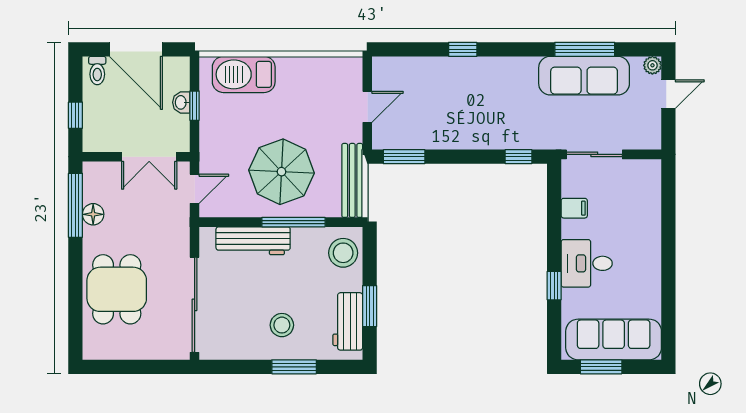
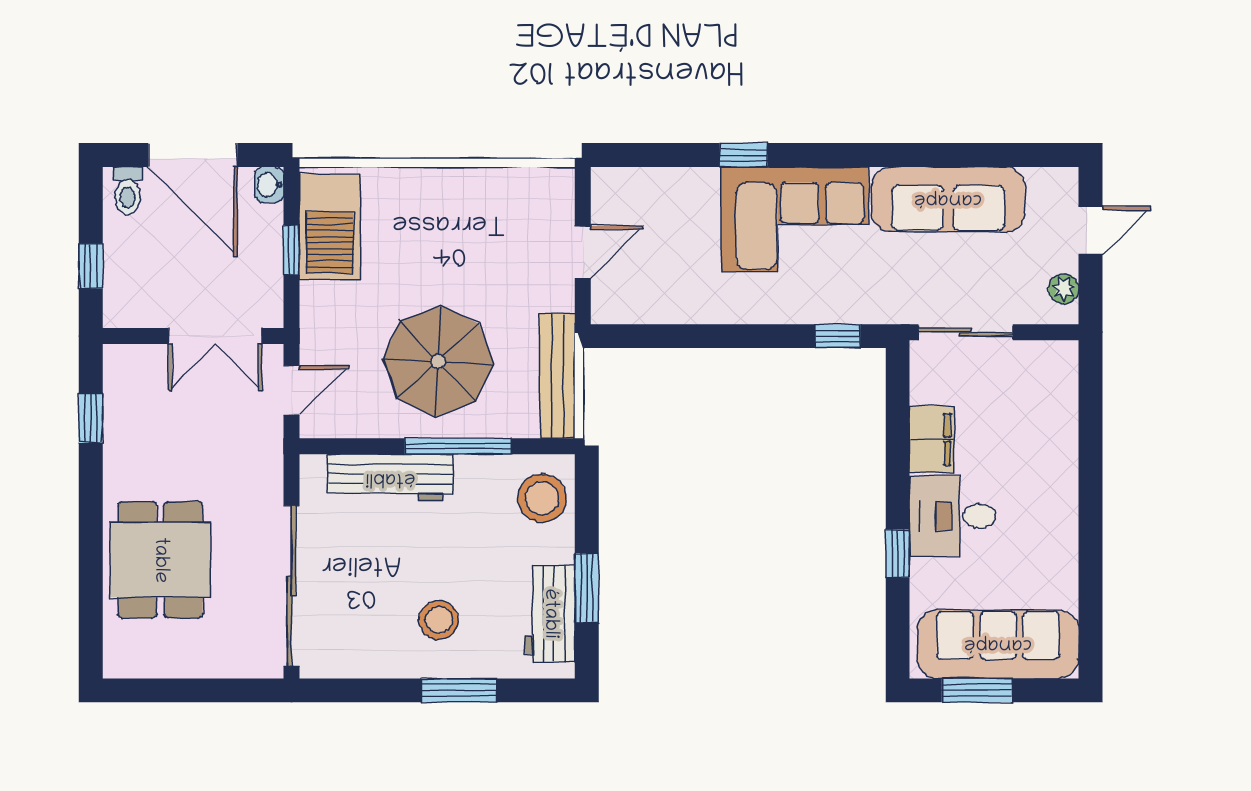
window: (585, 49) -> (949, 155), removed
plant: (652, 65) -> (1064, 289), moved
barbecue: (244, 74) -> (330, 227), moved, turned -90
corner sofa: (493, 88) -> (795, 219), added
washbasin: (181, 102) -> (269, 185), moved
window: (404, 157) -> (645, 336), removed
window: (75, 205) -> (91, 418), width x0.46
filing cabinet: (574, 208) -> (932, 439), width x2.00
floor lamp: (93, 214) -> (121, 433), removed

